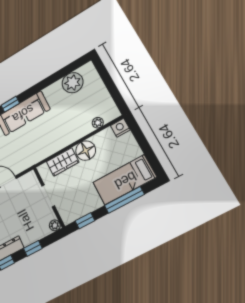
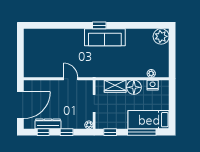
plant: (73, 83) -> (161, 36), moved
nightstand: (120, 128) -> (153, 85), moved

